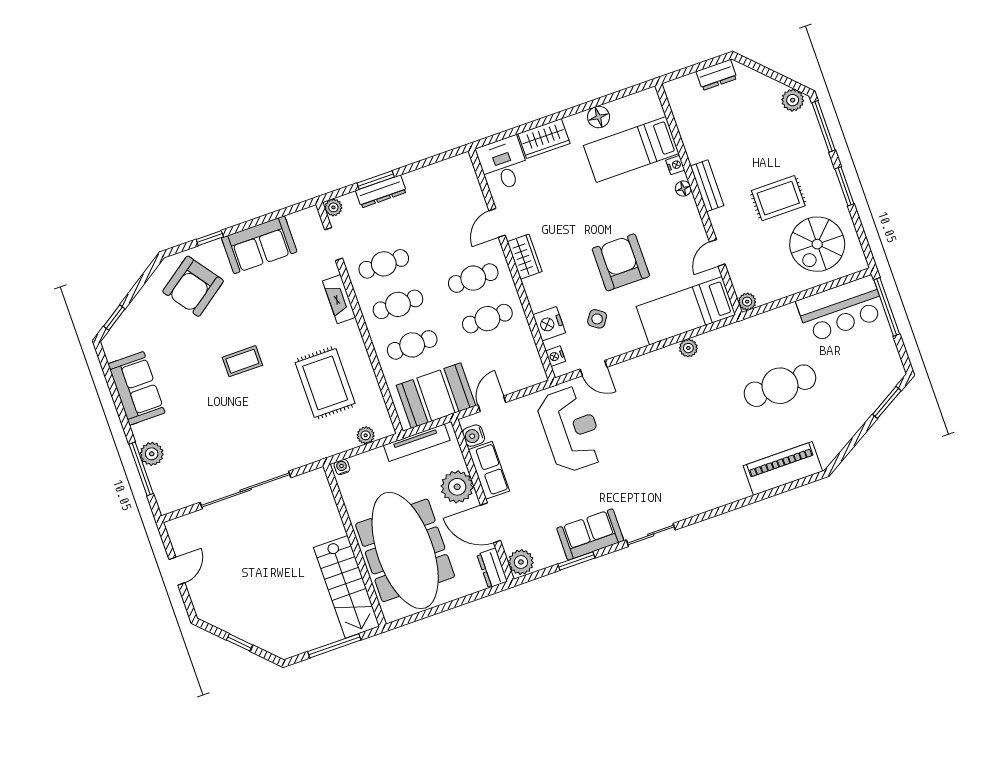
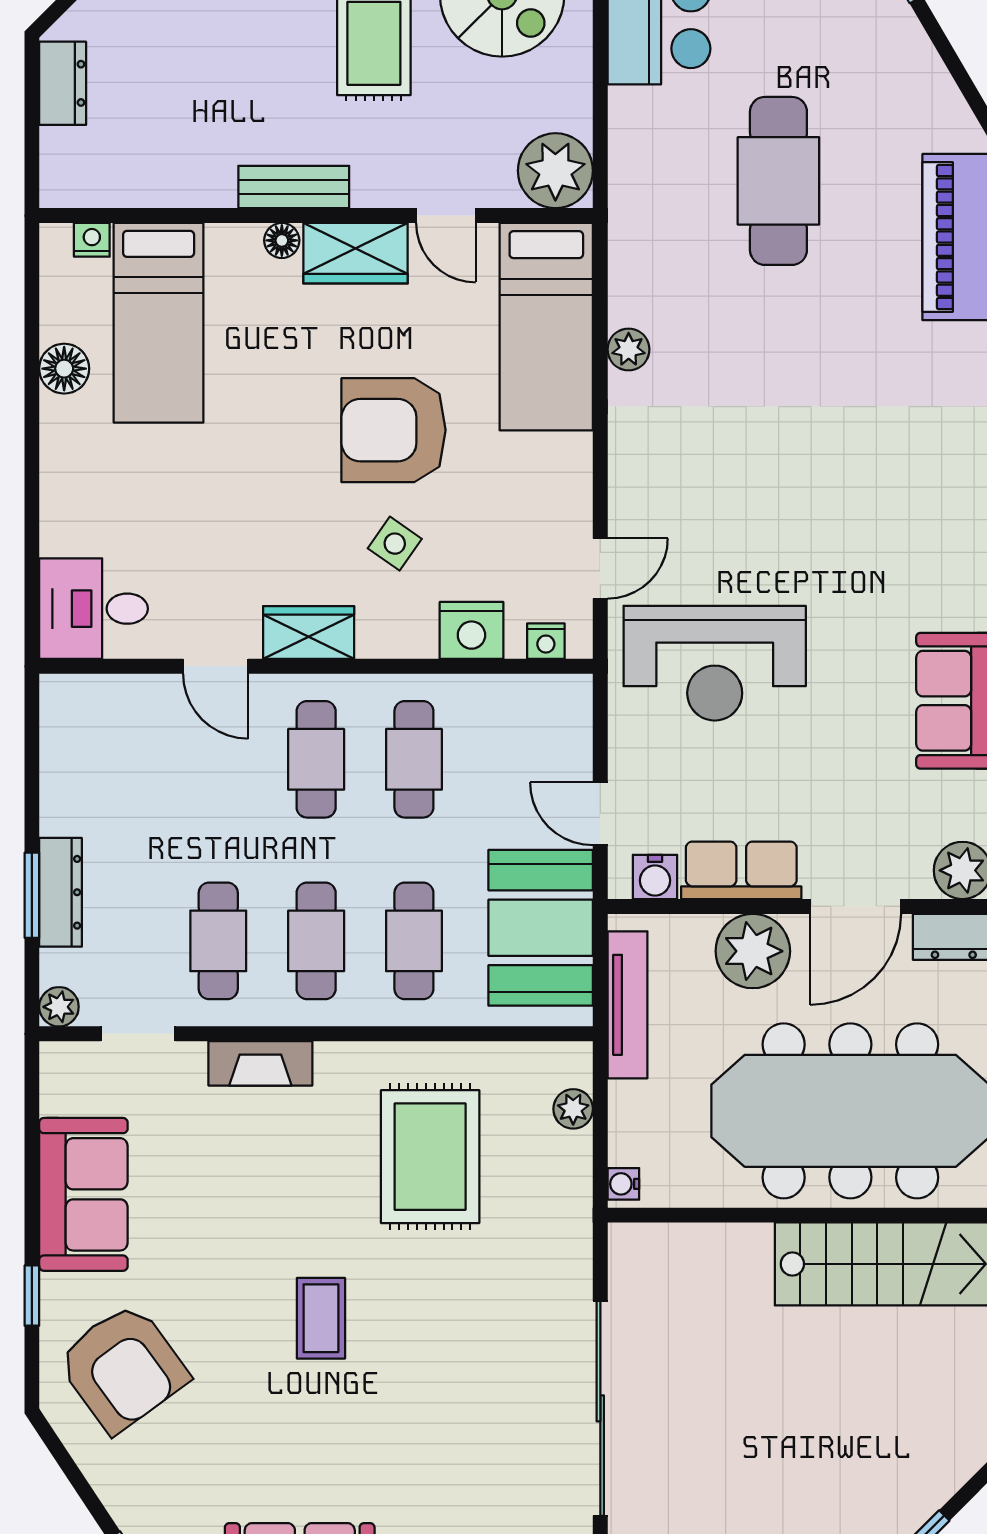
wardrobe: (544, 139) -> (355, 253), moved, turned 90
nightstand: (675, 165) -> (92, 240), moved
plant: (747, 302) -> (555, 171), width x1.87, depth x1.87
side table: (597, 319) -> (395, 544), moved
rug: (325, 383) -> (430, 1157), turned 90
reception desk: (571, 429) -> (715, 663), turned 180

